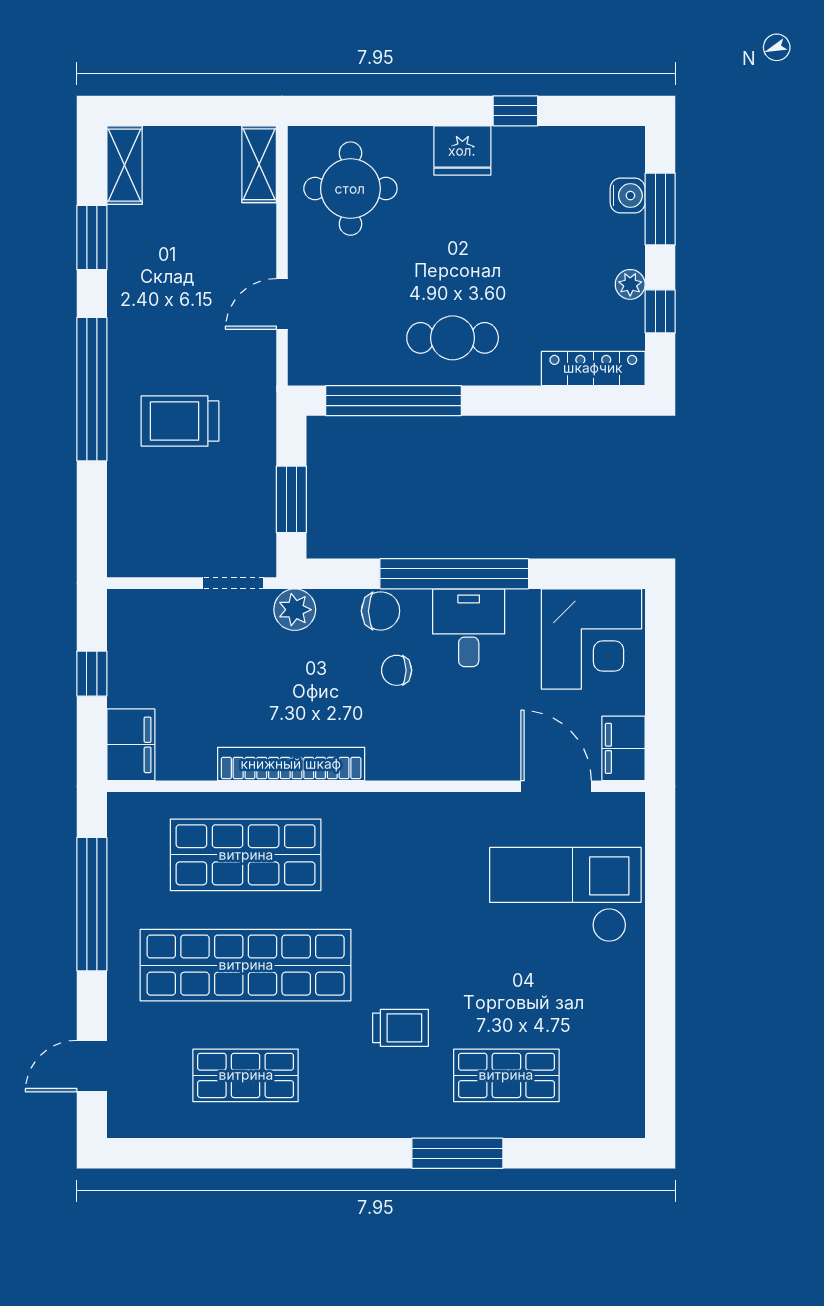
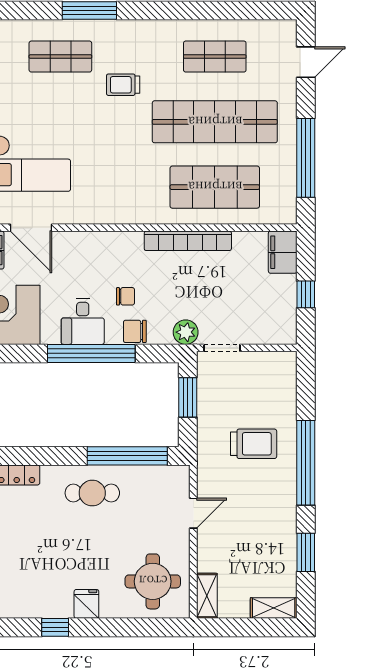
fridge: (462, 151) -> (86, 604), width x0.72
shelving: (125, 165) -> (274, 608), moved, turned 90

